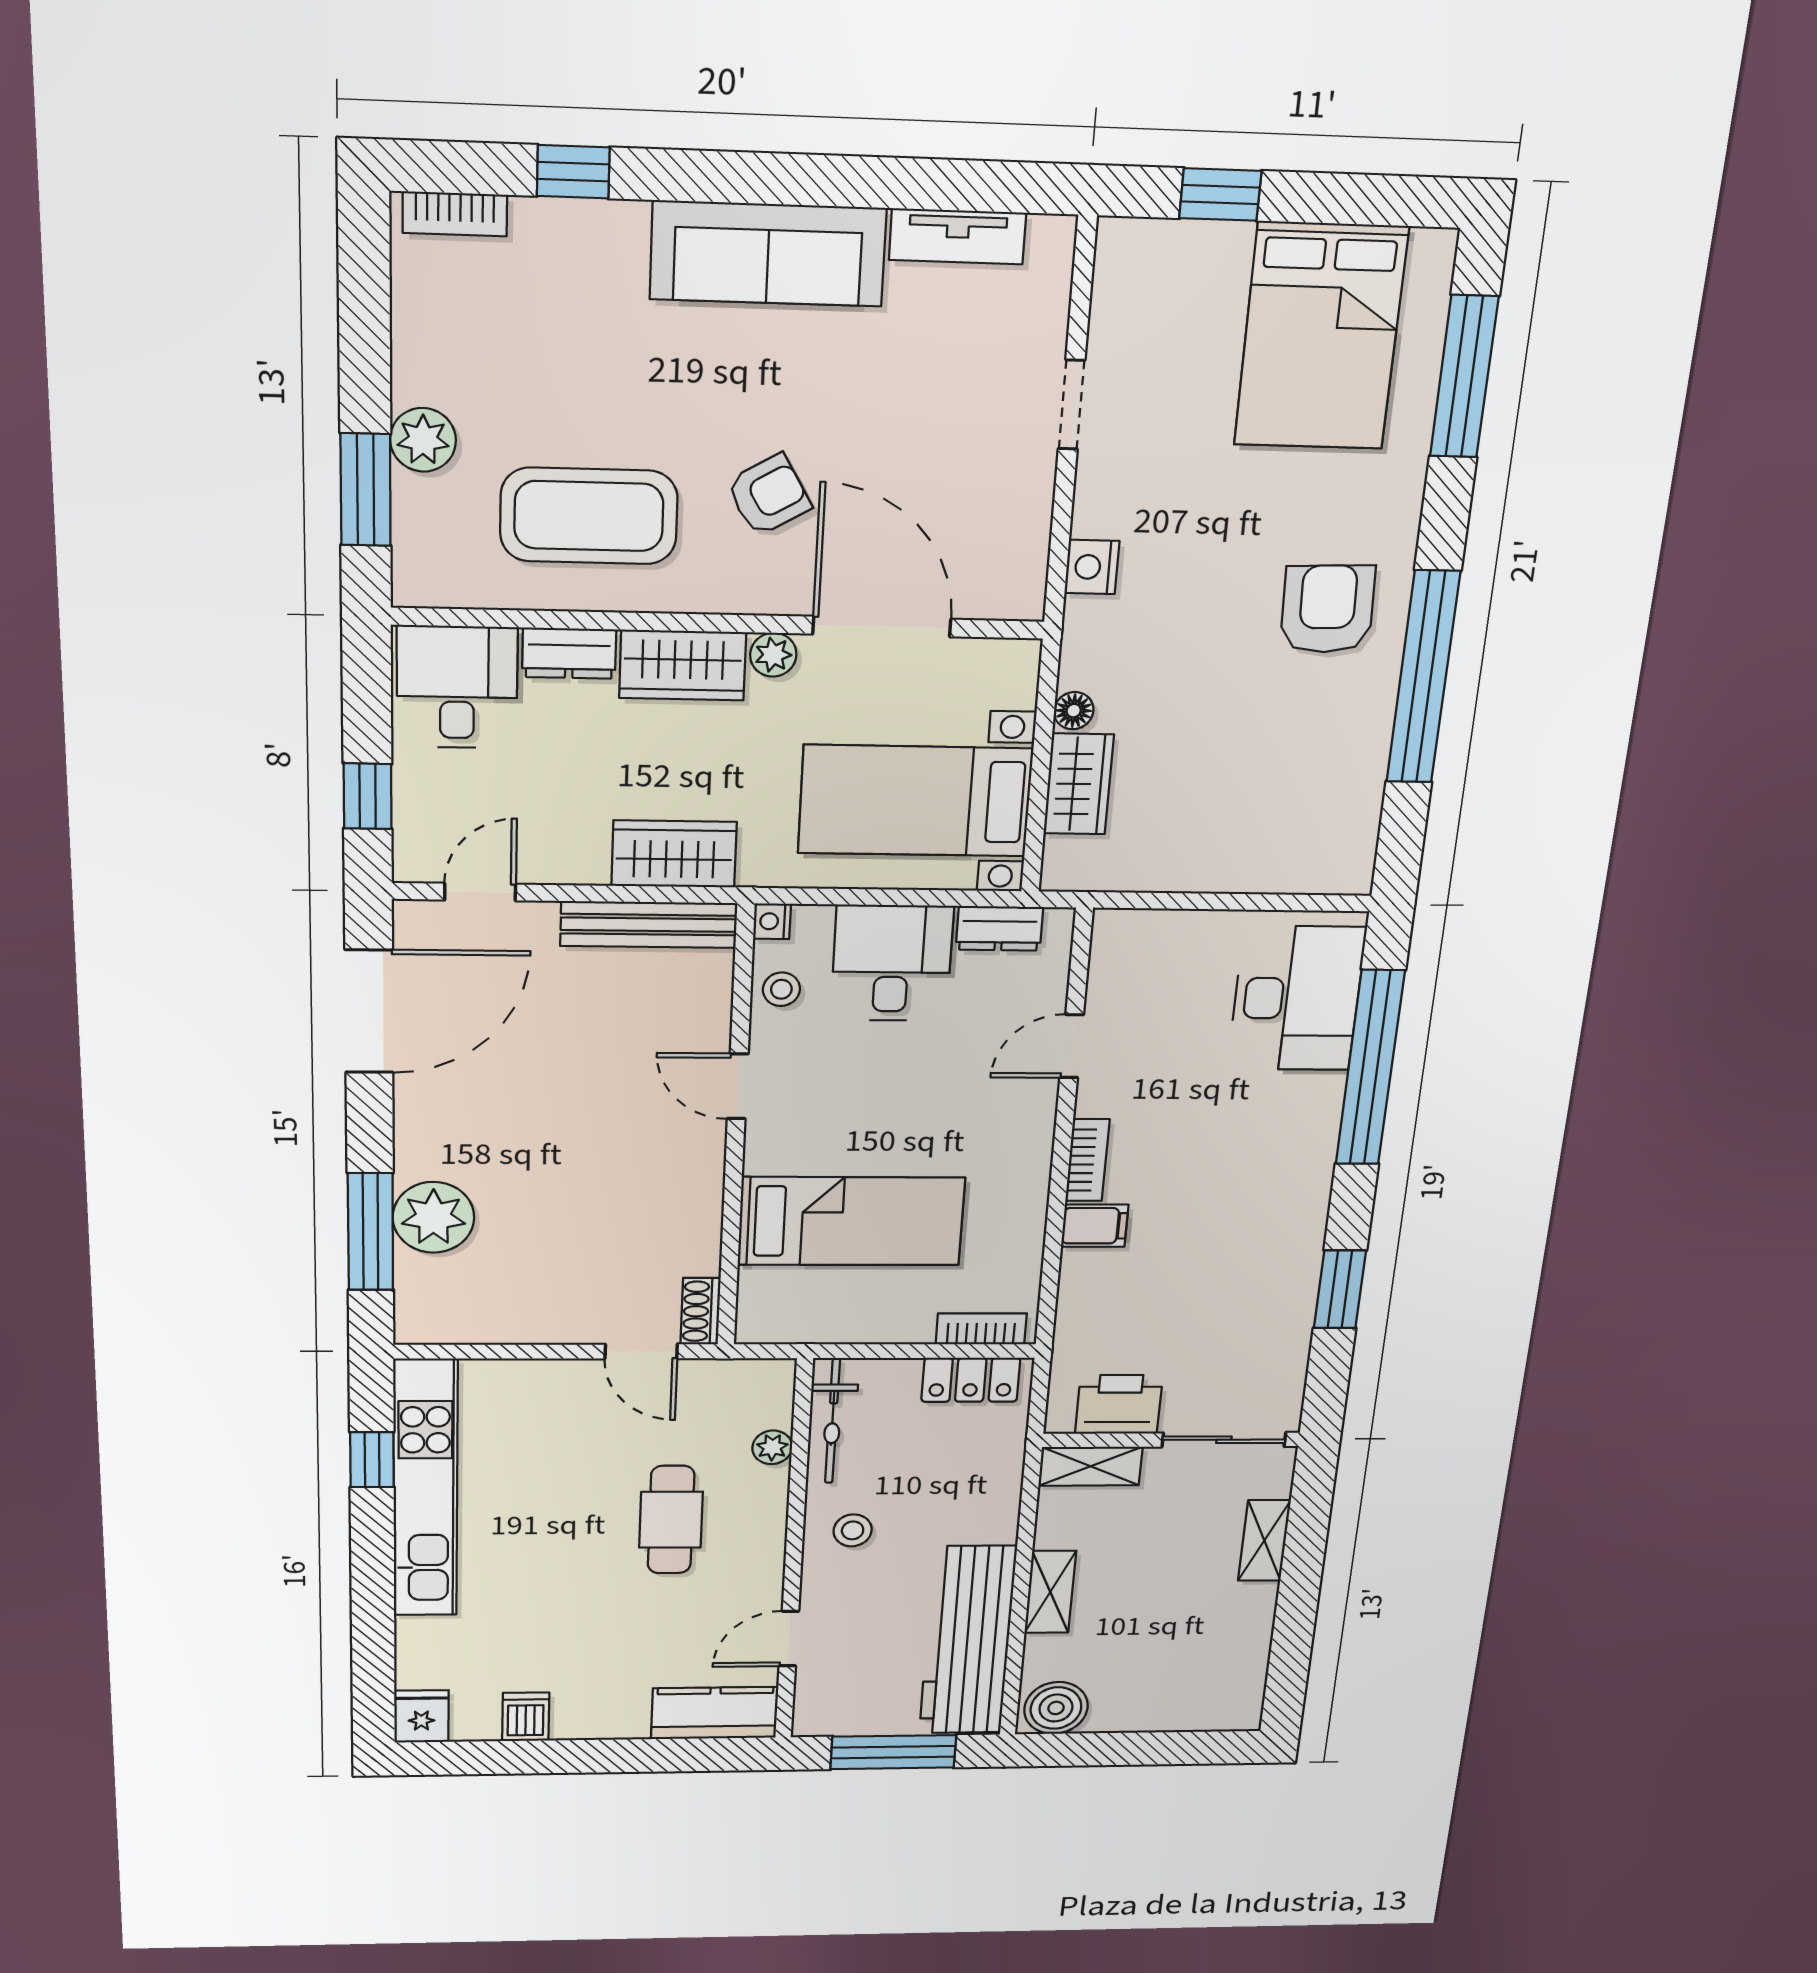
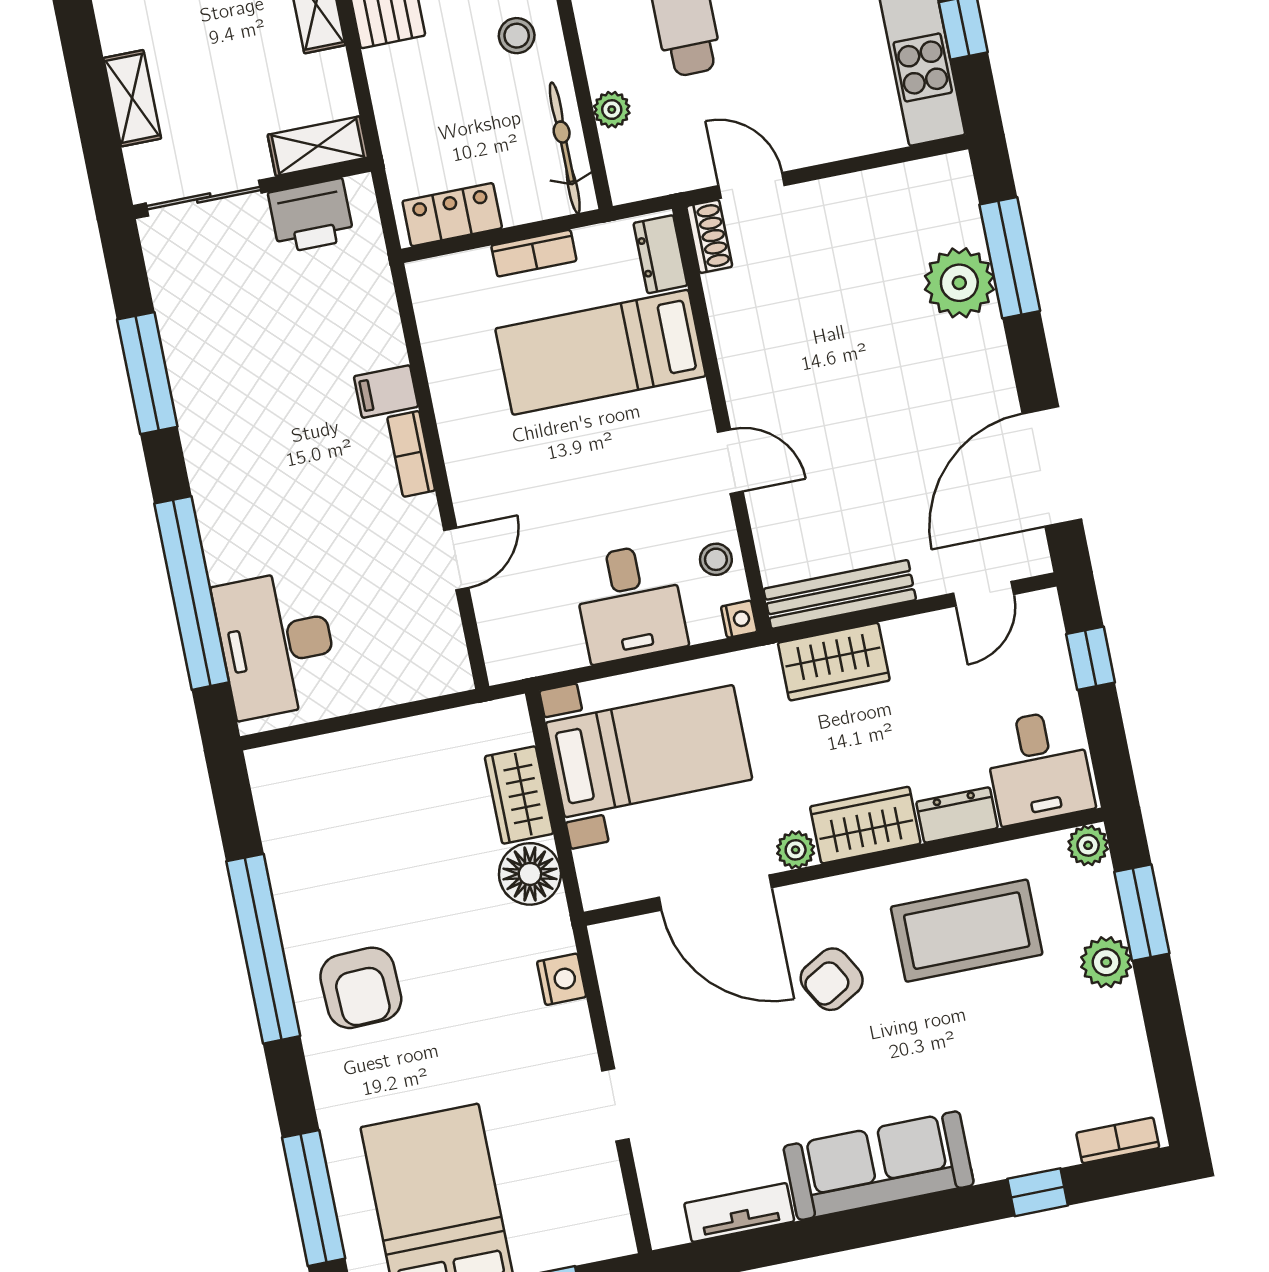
plant: (416, 584) -> (1088, 845), added
floor lamp: (1074, 711) -> (530, 874), width x1.89, depth x1.89
dresser: (999, 928) -> (660, 254), moved, turned -90
window: (1340, 1289) -> (147, 373), width x1.44
bookcase: (981, 1329) -> (534, 253), moved

